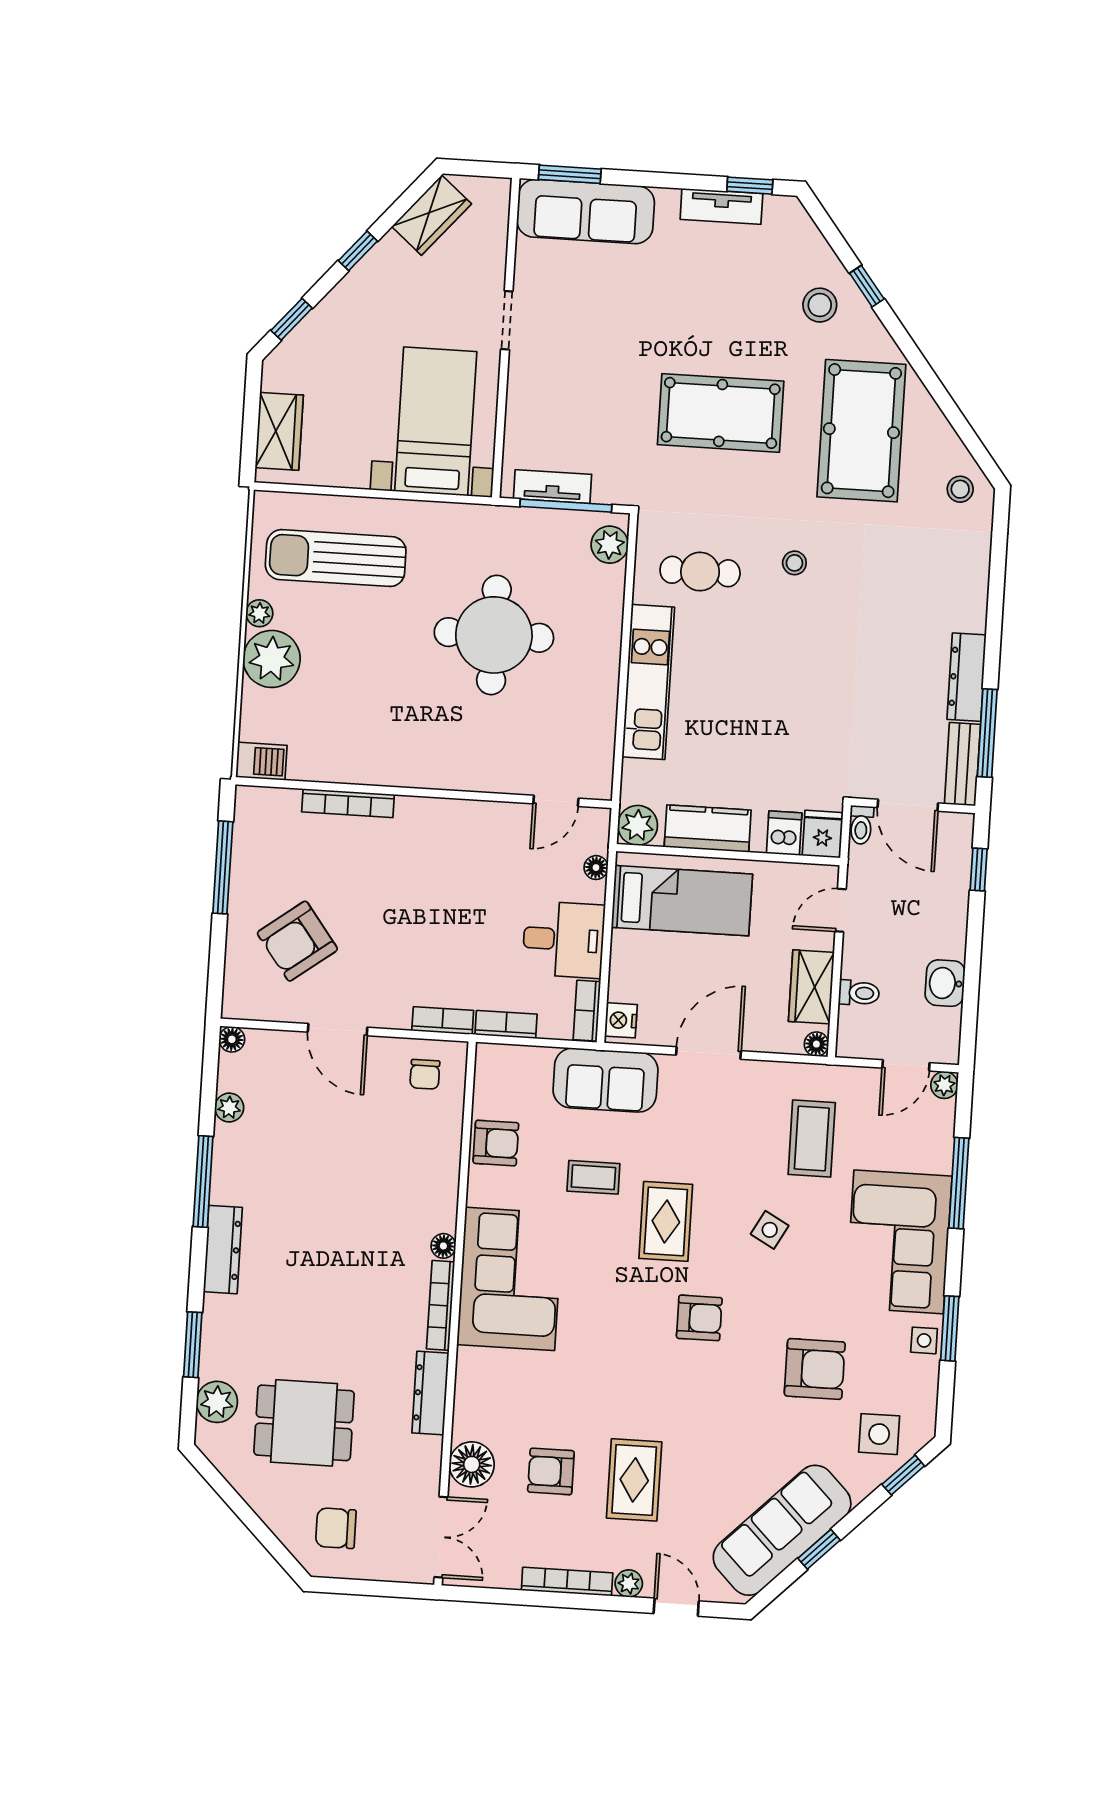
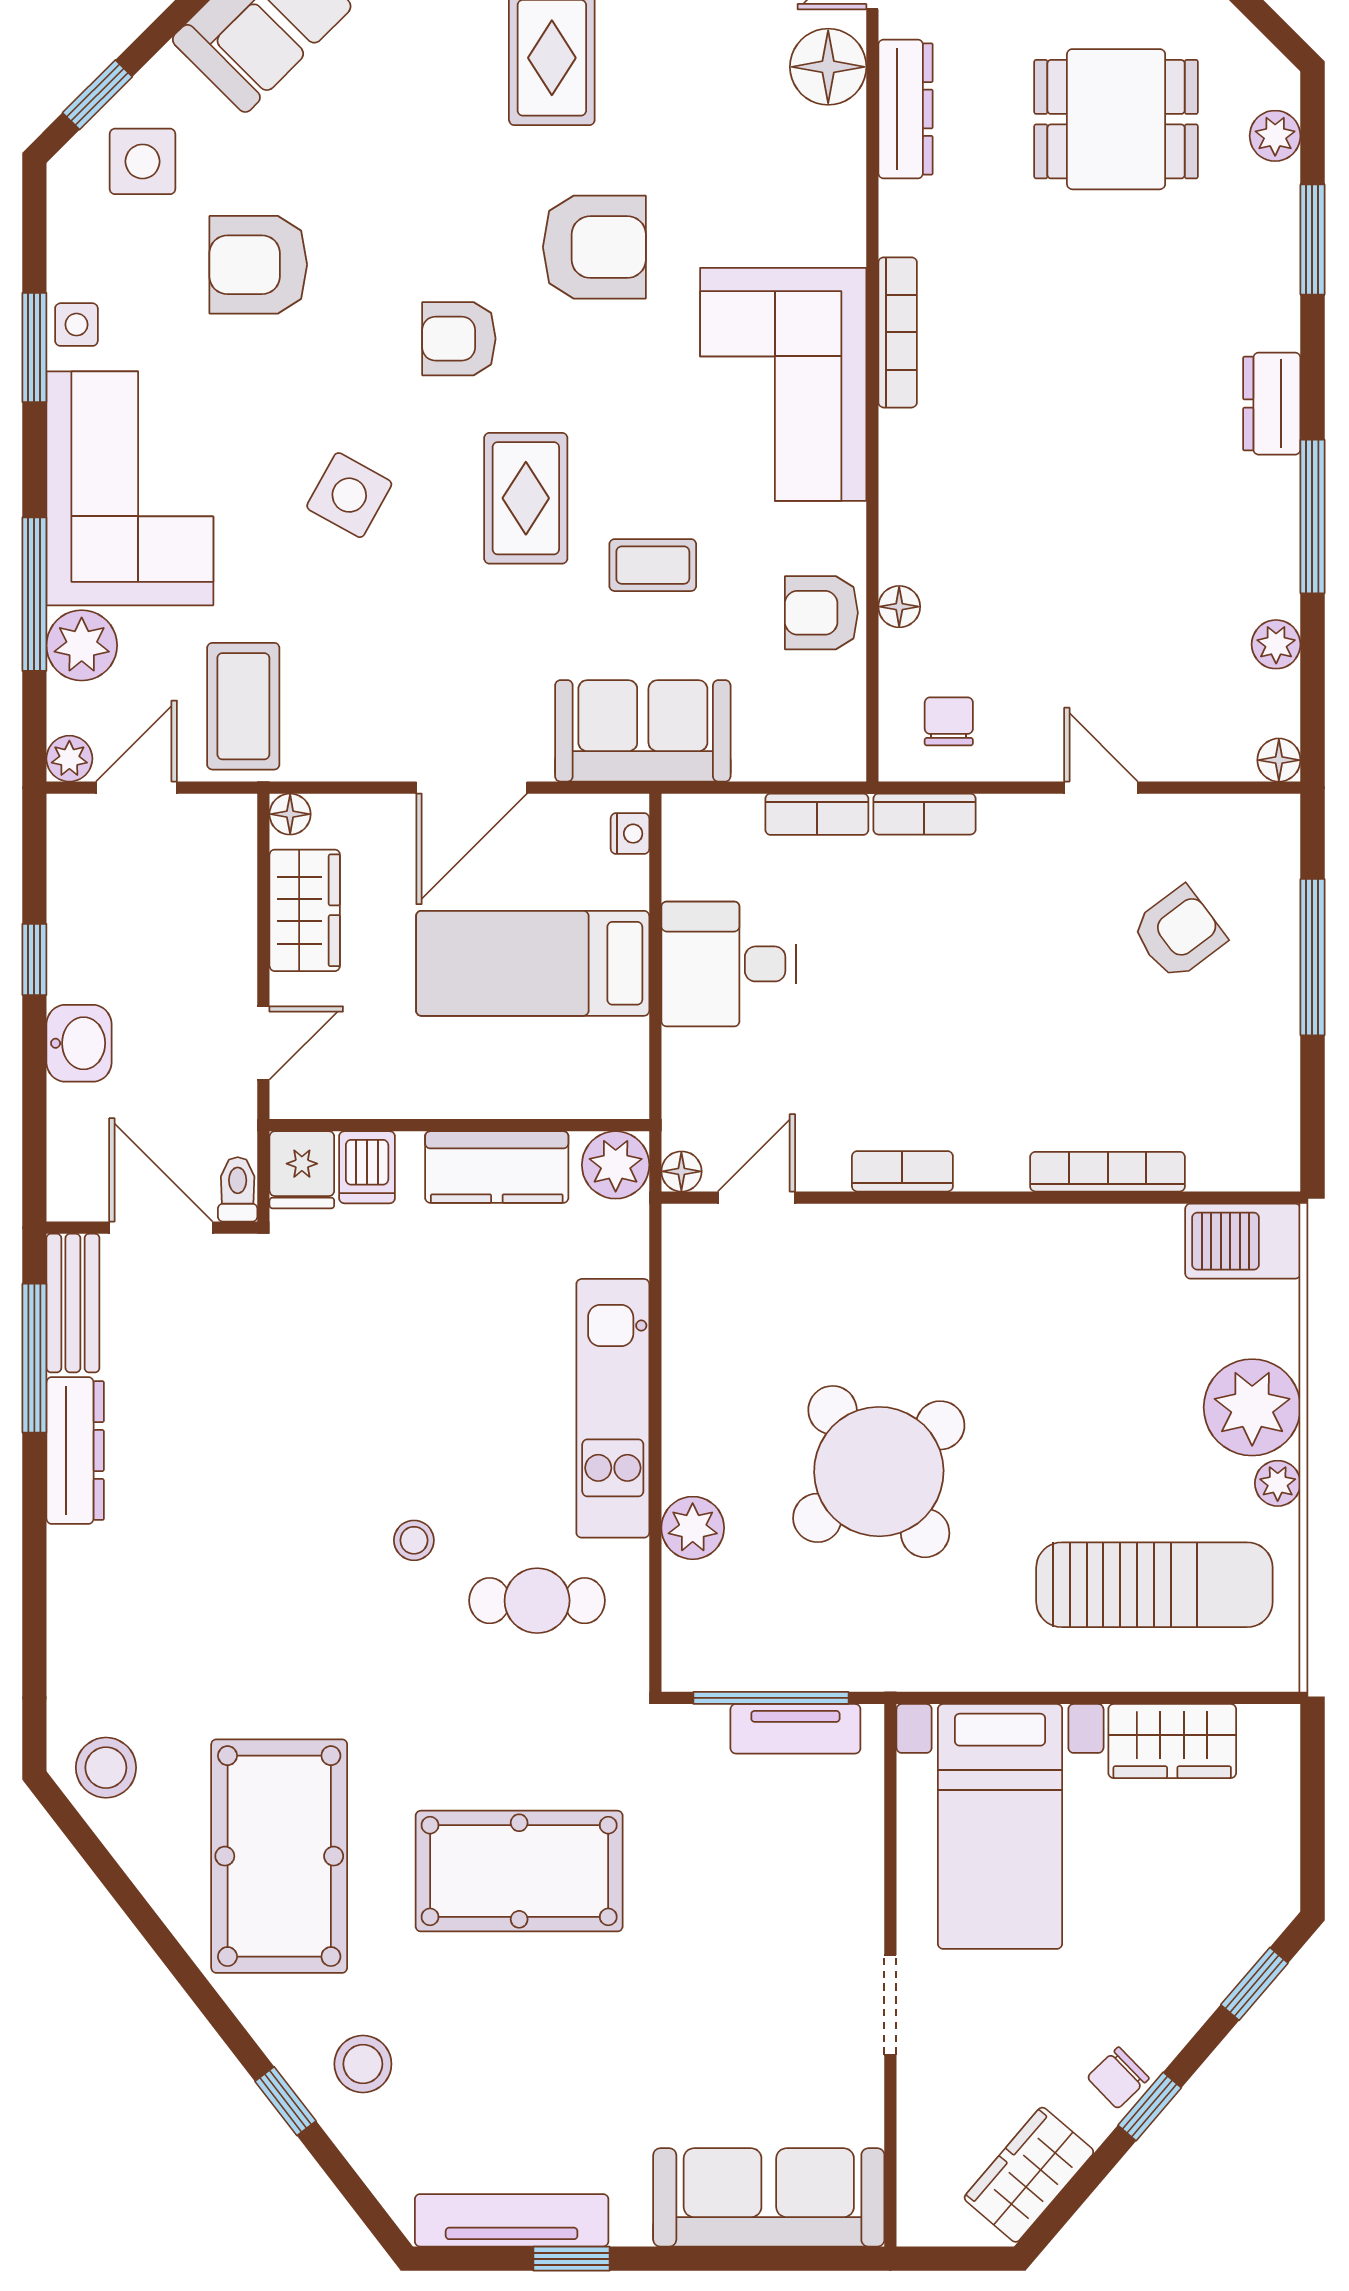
window: (570, 174) -> (800, 2259), removed
window: (750, 186) -> (571, 2259), moved
tv unit: (721, 206) -> (512, 2220), width x1.41
chair: (375, 269) -> (1118, 2078), added
wardrobe: (279, 431) -> (1172, 1741), moved, turned -90
stool: (960, 489) -> (106, 1768), width x1.37, depth x1.37
plant: (610, 545) -> (693, 1528), moved
stool: (794, 563) -> (414, 1540), moved
round table: (494, 635) -> (879, 1472), turned -37
barbecue: (261, 761) -> (1243, 1241), width x1.38, depth x1.27
window: (223, 867) -> (1312, 957), moved
floor lamp: (596, 868) -> (681, 1171), moved
window: (979, 870) -> (34, 959), moved
bed: (682, 901) -> (533, 963), moved
armchair: (297, 941) -> (1179, 933), width x0.72, depth x0.72
washbasin: (945, 983) -> (79, 1043), moved
toilet: (859, 993) -> (223, 905), removed
bookcase: (587, 1011) -> (902, 1171), moved, turned -90
nightstand: (621, 1020) -> (630, 834), width x0.72, depth x0.74
door: (338, 1030) -> (1101, 788), width x0.73
coffee table: (812, 1139) -> (243, 706), moved
plant: (933, 1151) -> (82, 645), added
side table: (770, 1230) -> (349, 495), width x1.37, depth x1.37
floor lamp: (443, 1246) -> (899, 607), moved
dresser: (223, 1250) -> (1272, 404), width x0.70
dresser: (430, 1393) -> (906, 109), moved
plant: (217, 1402) -> (1275, 136), width x0.73, depth x0.73
armchair: (551, 1471) -> (594, 247), moved, width x1.38, depth x1.38

